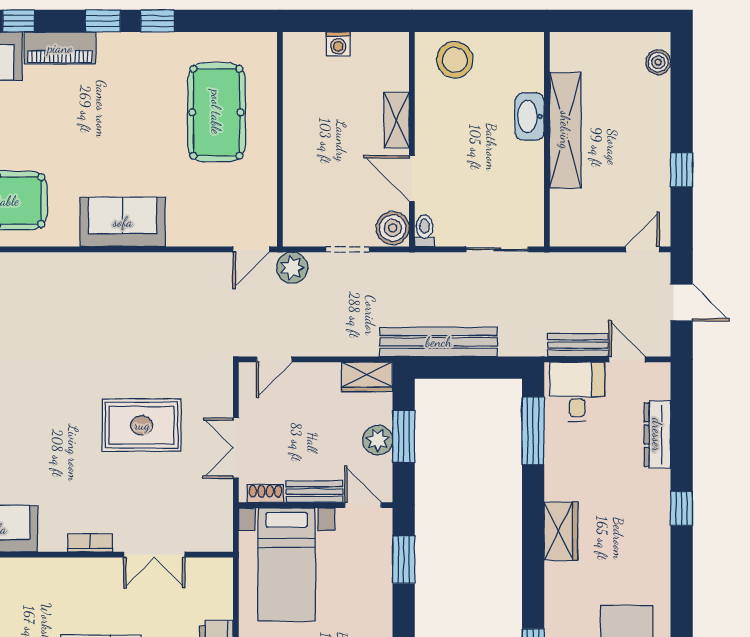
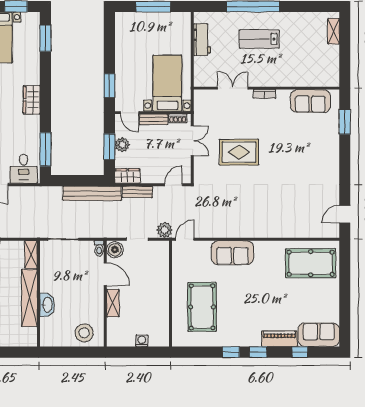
shelving: (562, 218) -> (31, 254), added
sofa: (123, 222) -> (233, 253), moved
bench: (578, 345) -> (137, 192), moved

